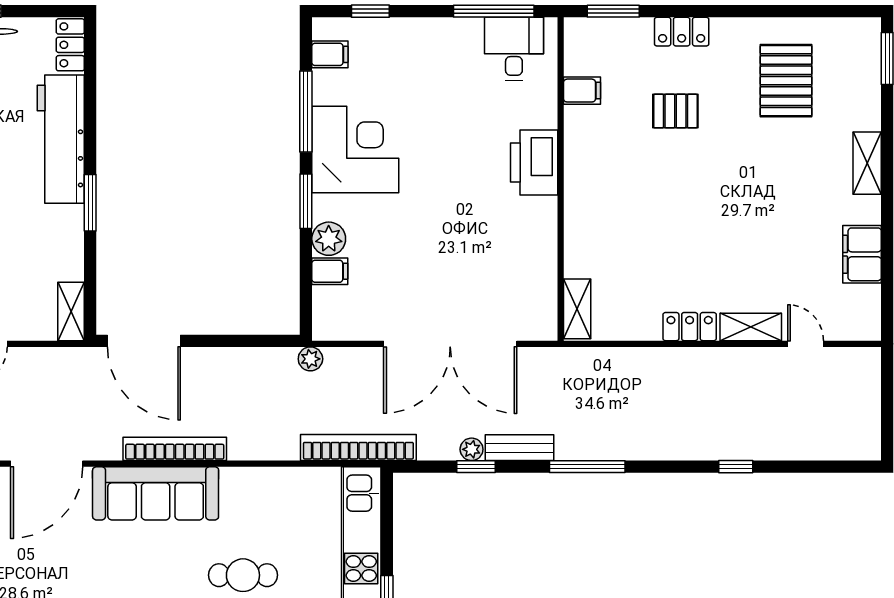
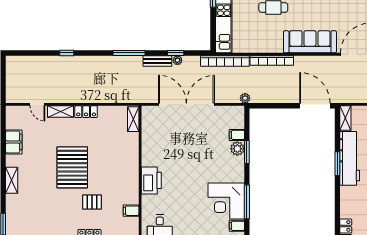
pallet: (786, 81) -> (72, 167), moved, width x1.37, depth x1.41
workbench: (61, 139) -> (350, 158), moved
corner desk: (355, 149) -> (226, 201), moved
window: (306, 201) -> (247, 152), moved
bookcase: (175, 449) -> (272, 60), moved

